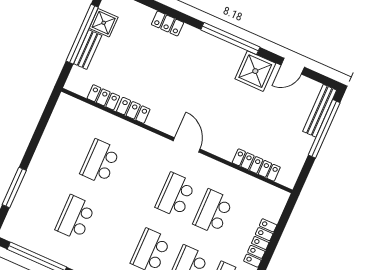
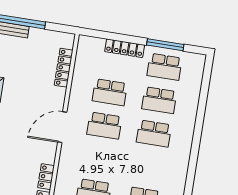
door: (187, 145) -> (62, 127), width x1.36

